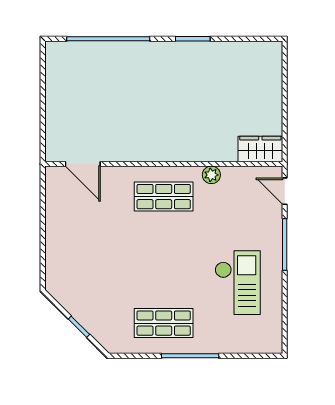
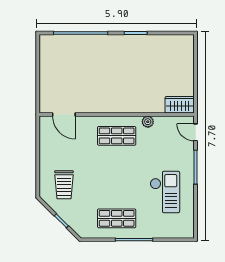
trolley: (83, 271) -> (64, 185), added

